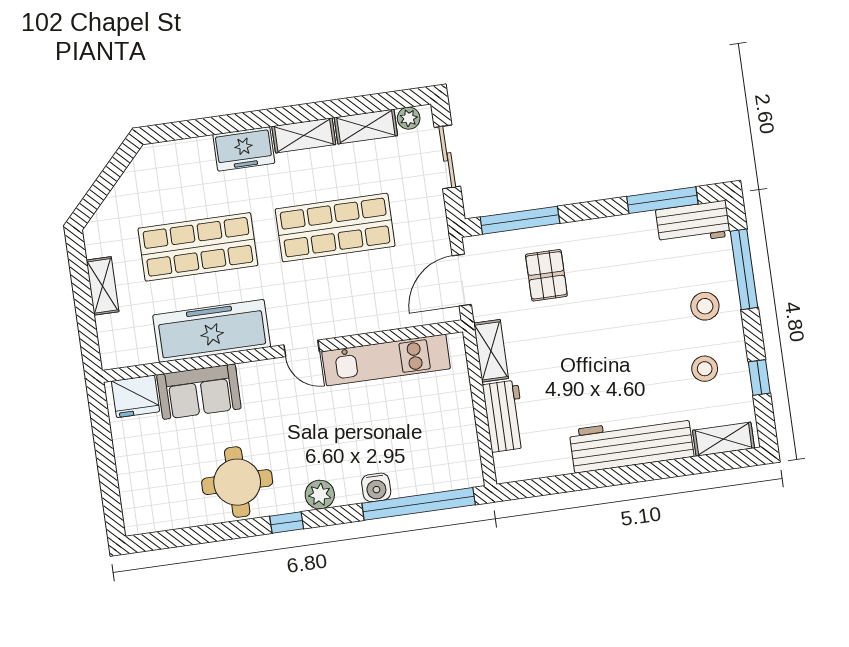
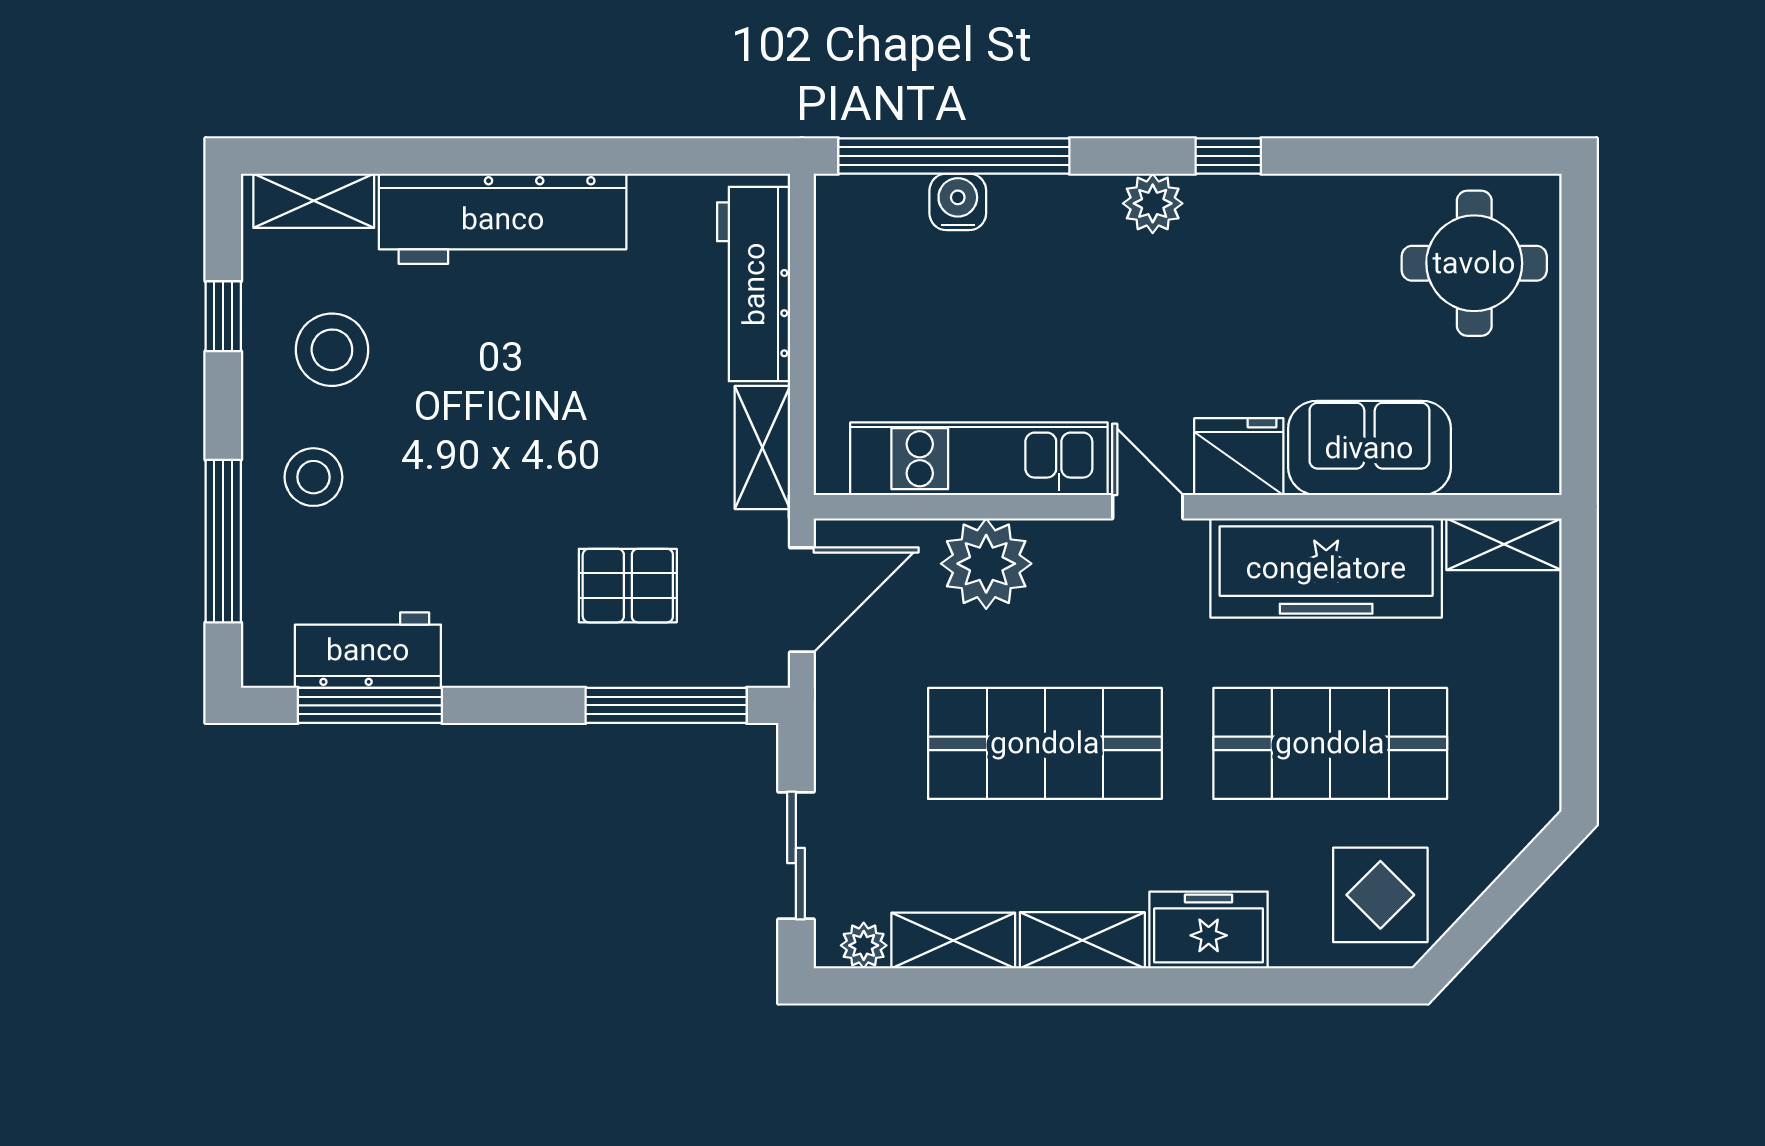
display table: (164, 177) -> (1380, 895), added
workbench: (693, 223) -> (368, 650), moved
pallet: (546, 275) -> (628, 586), turned 90
shelving: (103, 286) -> (1504, 544), moved, turned 90
plant: (376, 310) -> (986, 564), added
stool: (705, 369) -> (332, 350), width x1.38, depth x1.38
fridge: (136, 396) -> (1239, 457), moved
workbench: (504, 416) -> (754, 284), width x1.38
round table: (237, 482) -> (1474, 263), moved
water cooler: (376, 487) -> (958, 202), moved

